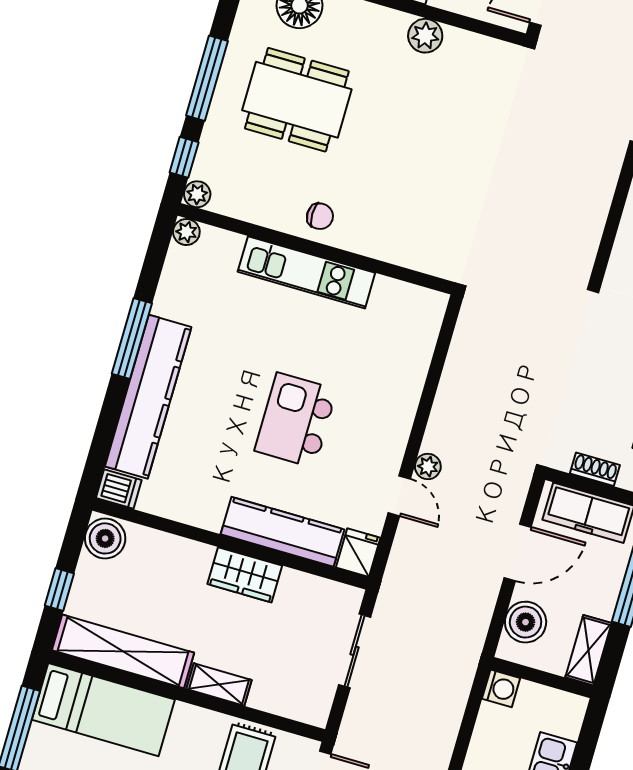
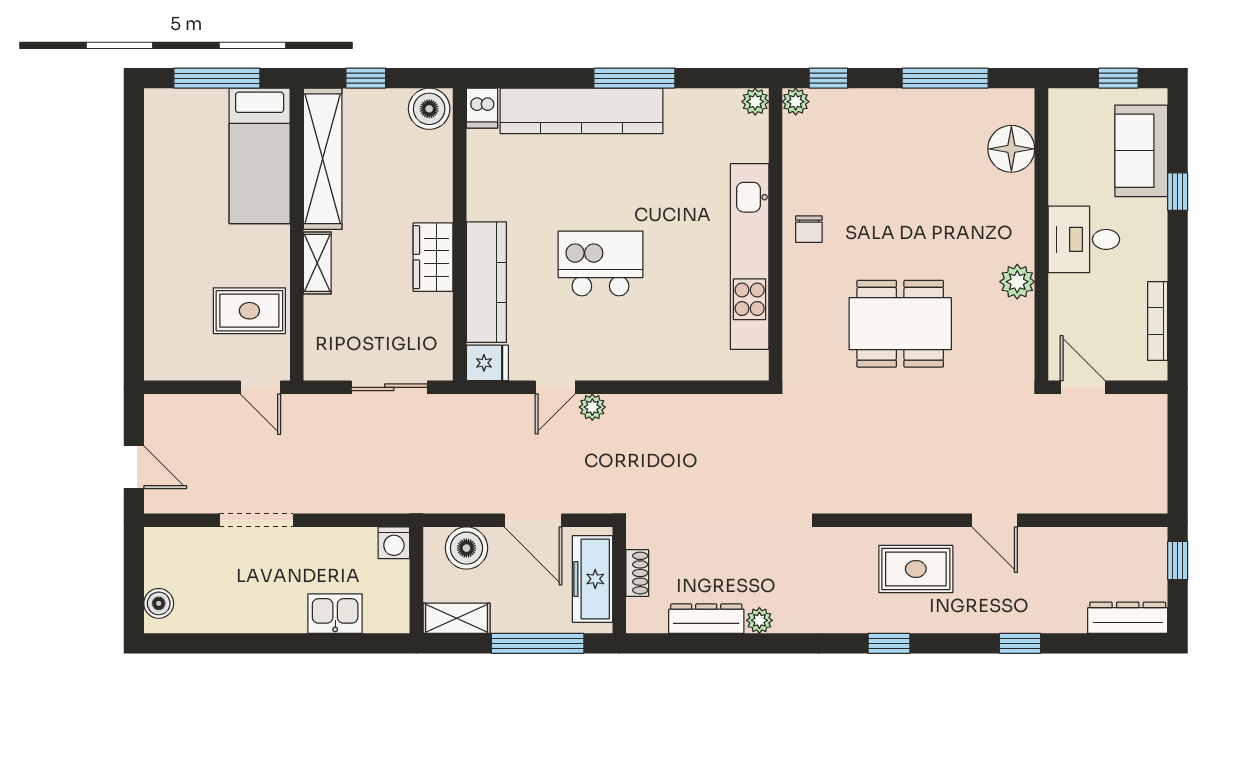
window: (207, 78) -> (945, 78), moved
dining table: (297, 100) -> (900, 324), moved, turned 90
kitchen unit: (306, 272) -> (750, 257), width x1.36

